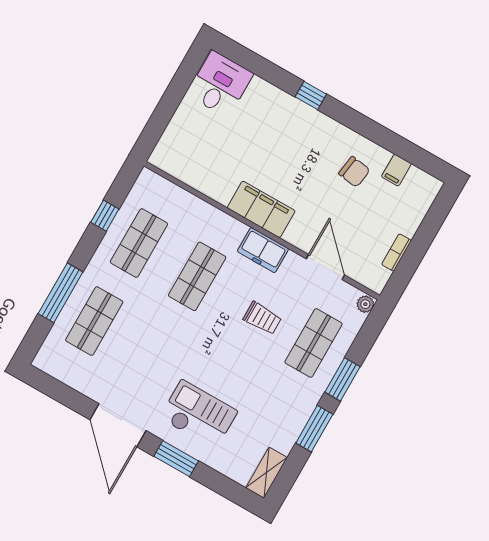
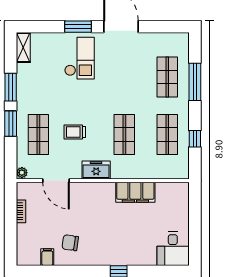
filing cabinet: (261, 209) -> (135, 192), moved
checkout: (199, 415) -> (79, 58), turned -90

